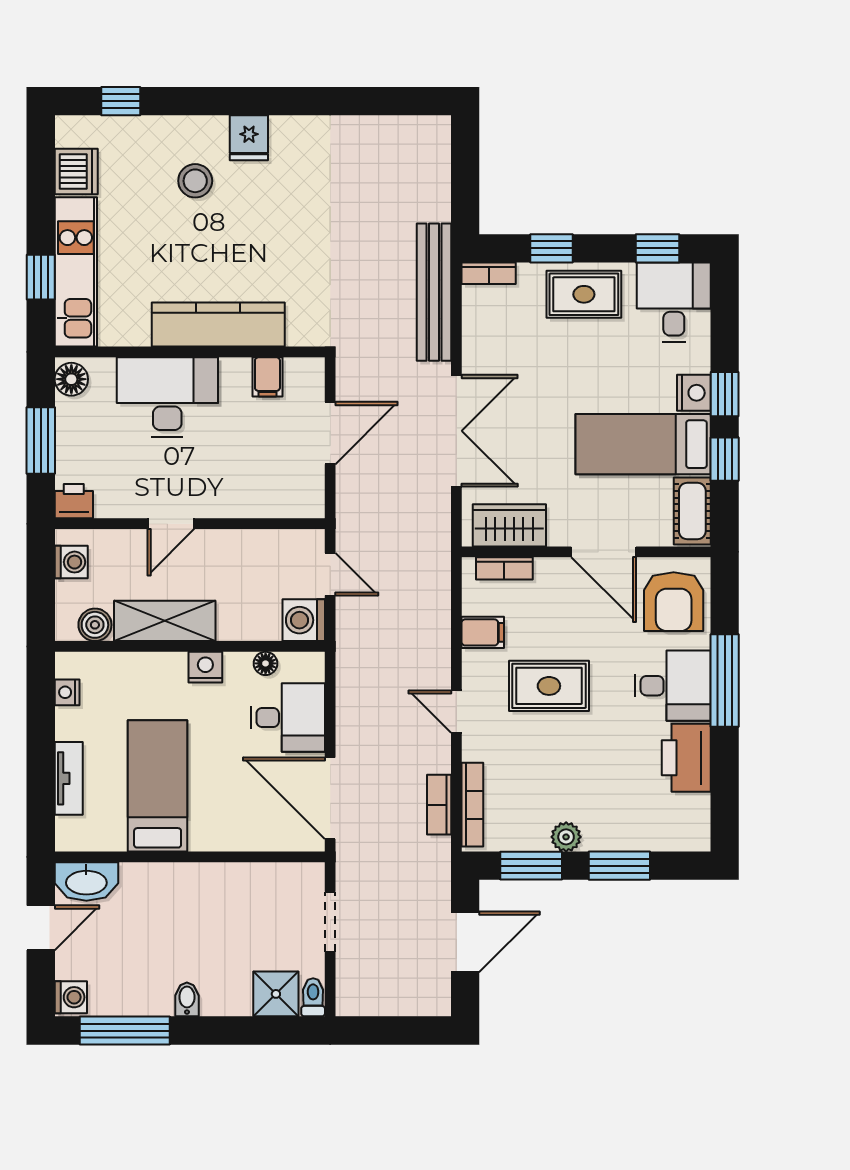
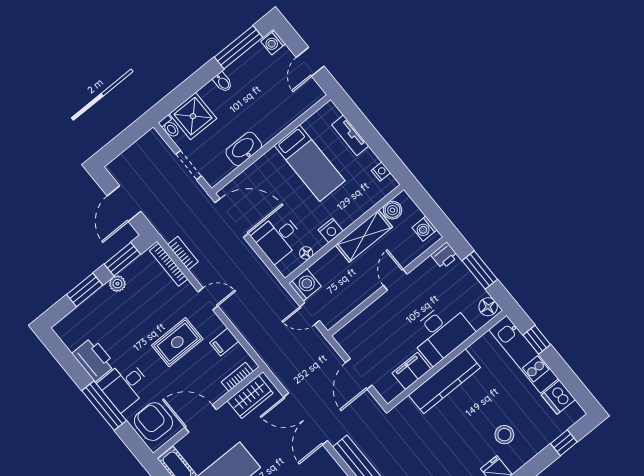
filing cabinet: (267, 377) -> (411, 371), width x2.00
washbasin: (86, 881) -> (244, 149), moved
shower: (276, 994) -> (193, 116), width x1.36, depth x1.36

